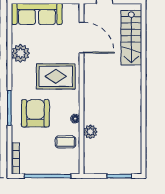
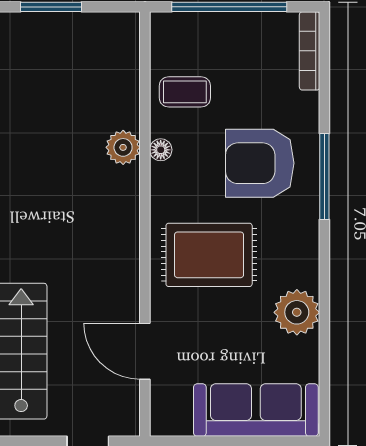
door: (82, 38) -> (145, 351), width x0.73
armchair: (35, 113) -> (260, 163), turned 90
plant: (90, 132) -> (123, 147), moved

